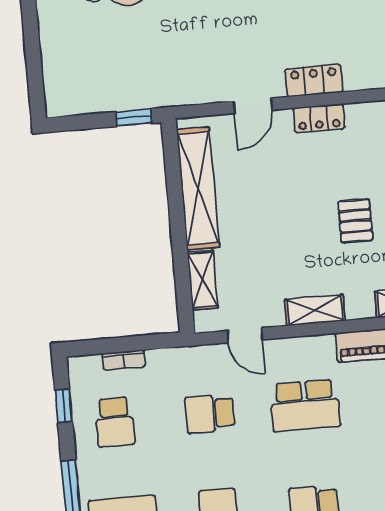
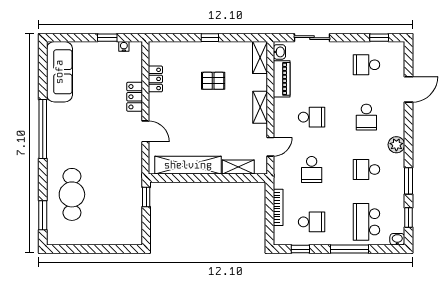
locker: (319, 118) -> (155, 79), moved
bookcase: (124, 360) -> (278, 207), width x1.56
school desk: (305, 405) -> (312, 117), width x0.54

